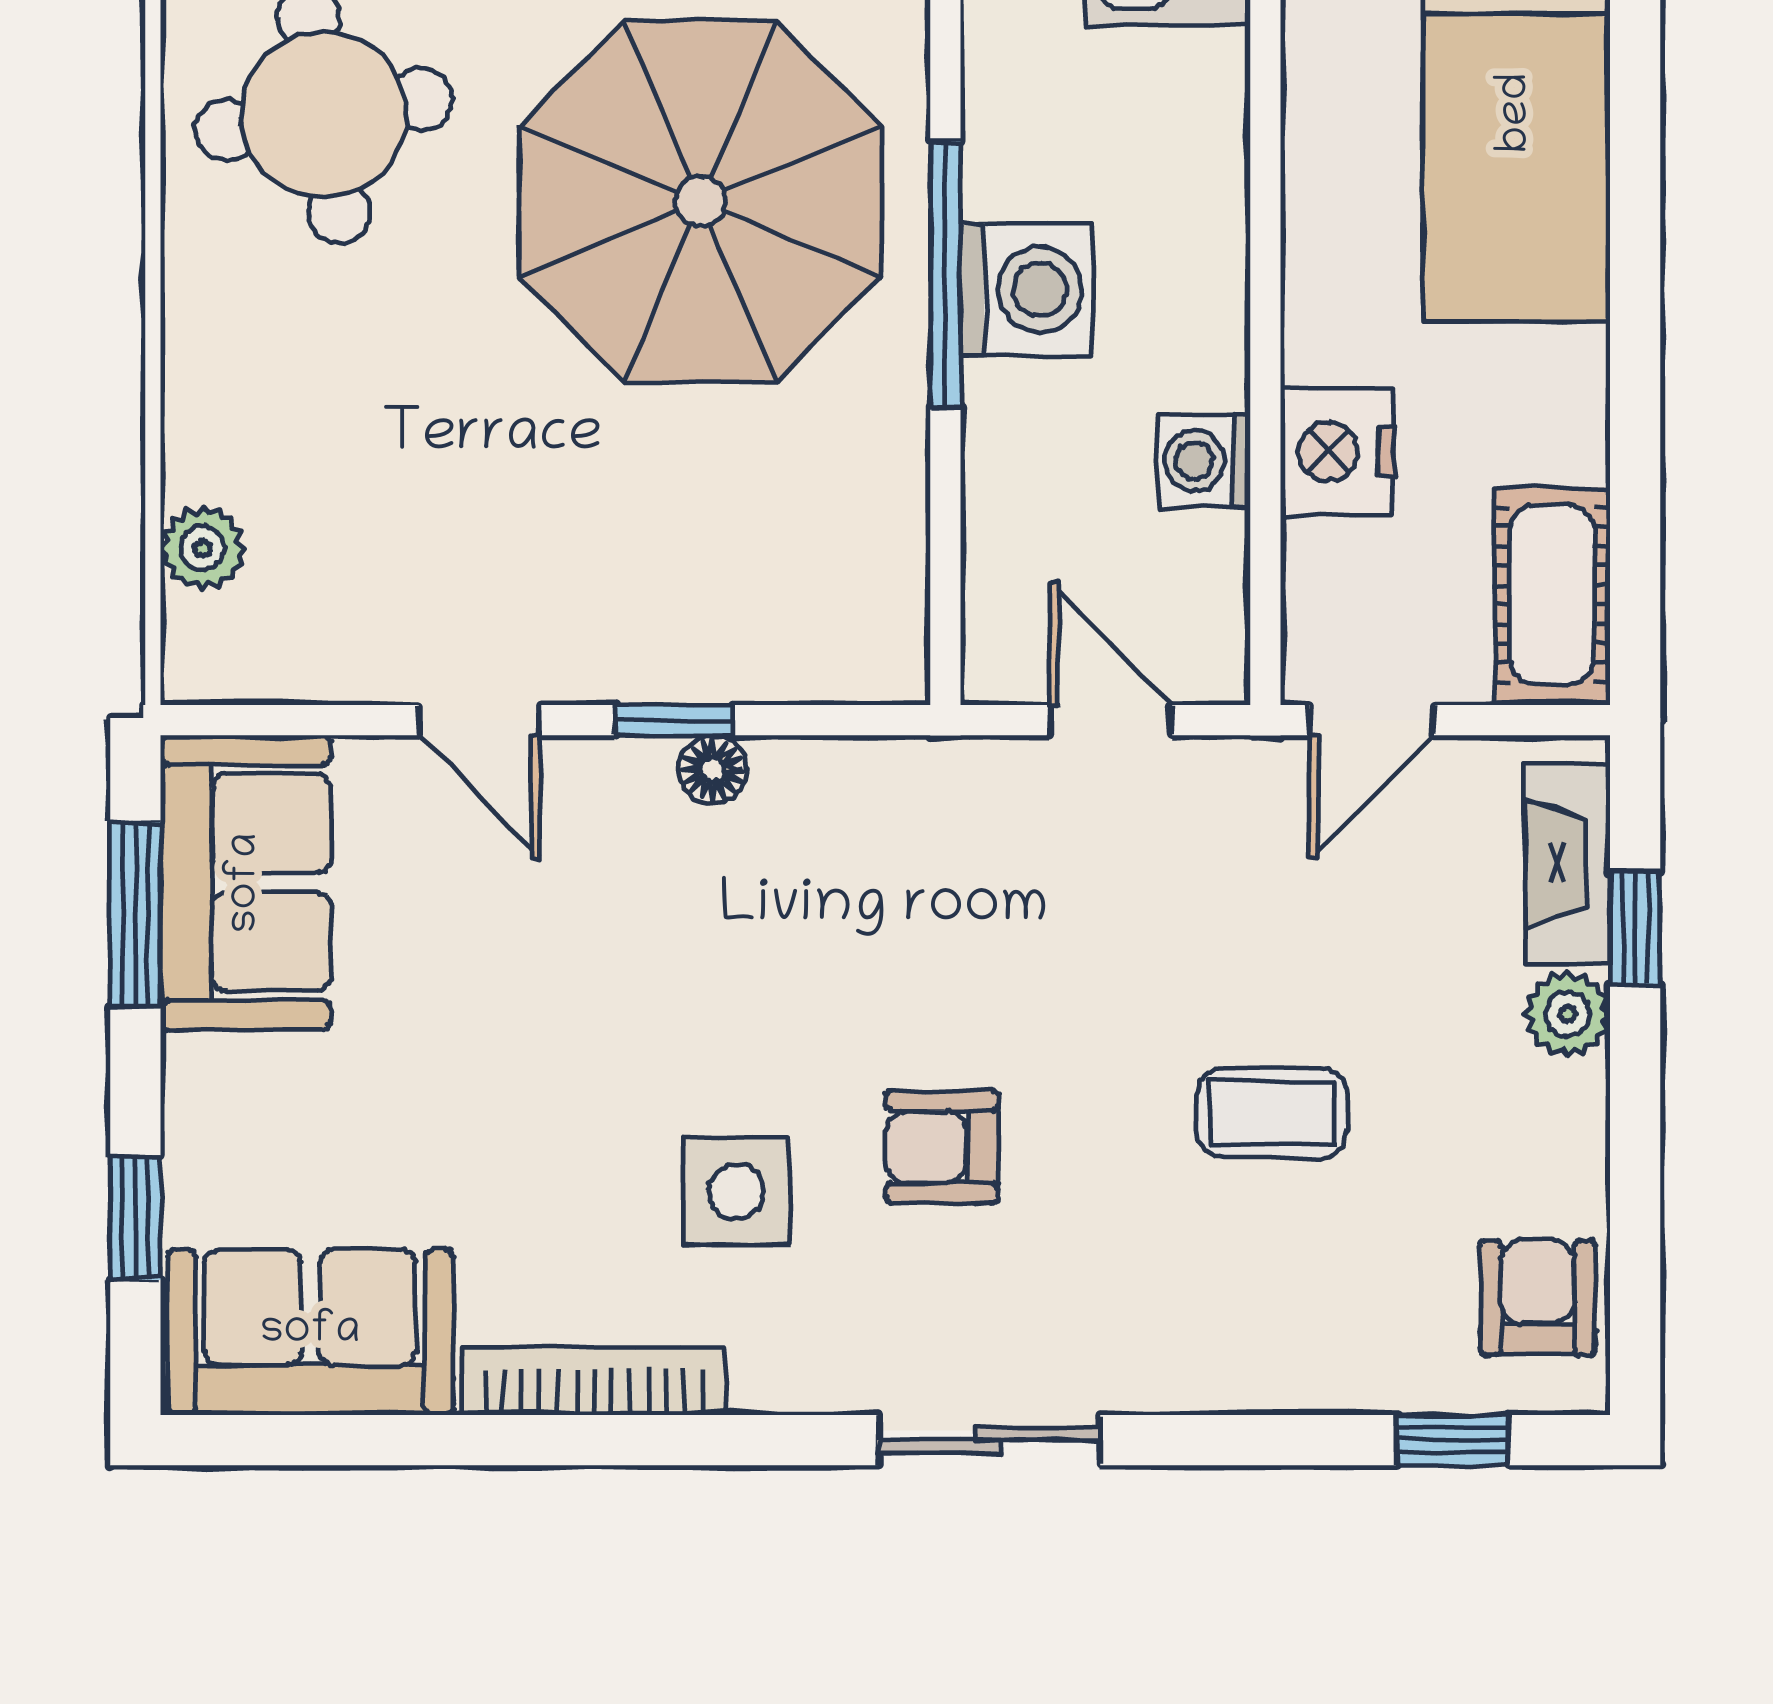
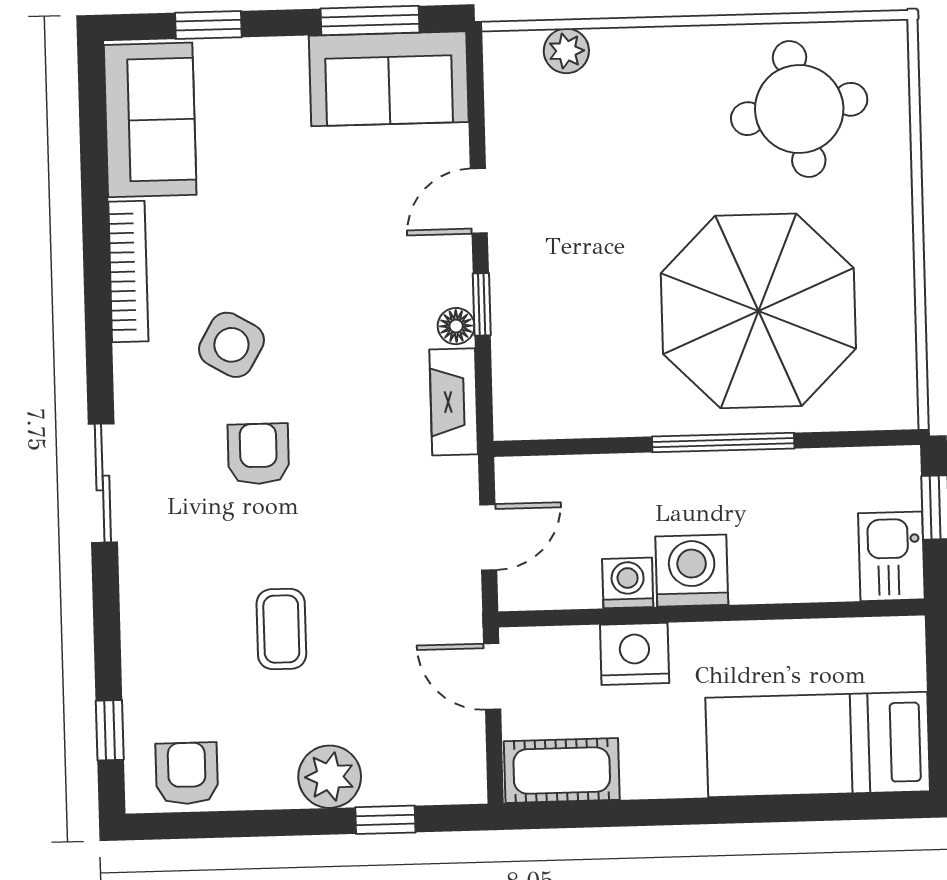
washing machine: (1027, 290) -> (692, 571), moved, turned 180
fireplace: (1568, 863) -> (454, 402), moved, turned -90
plant: (1567, 1014) -> (330, 777), width x1.38, depth x1.38
side table: (736, 1192) -> (231, 345), turned 30
armchair: (1538, 1298) -> (187, 773), turned -90

